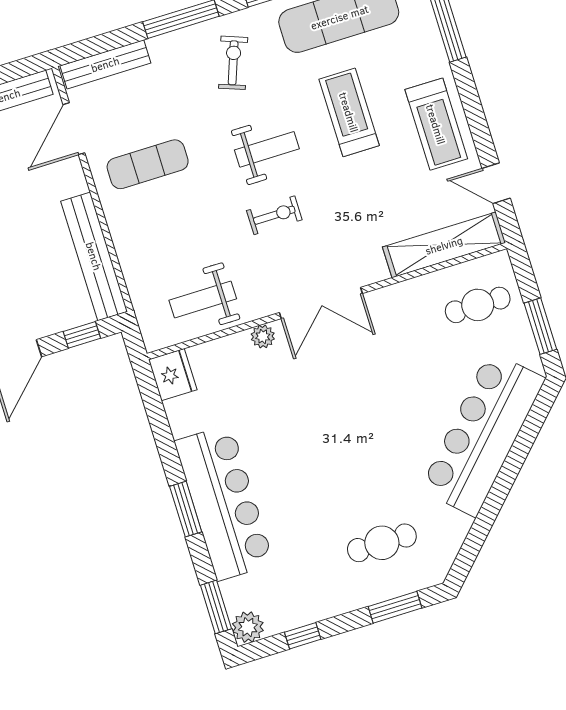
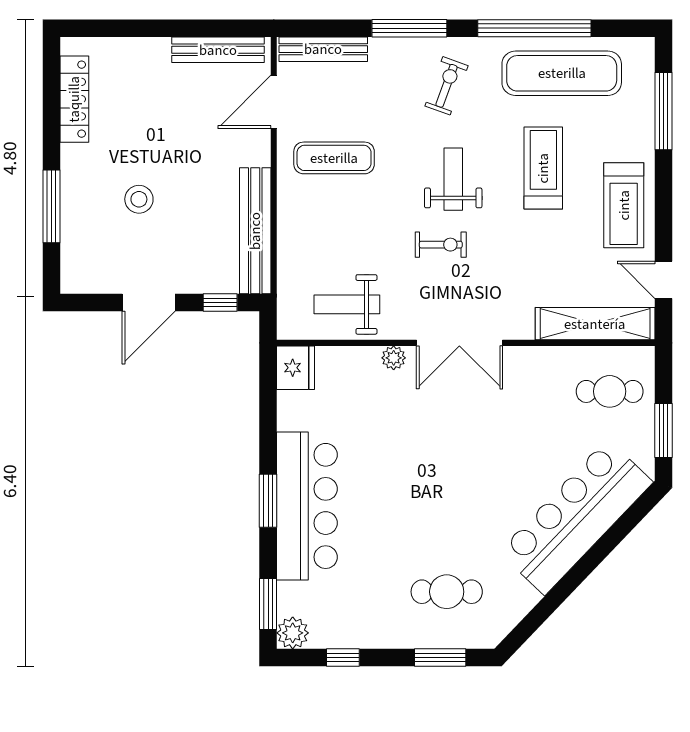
weight bench: (267, 149) -> (453, 179), turned -90

